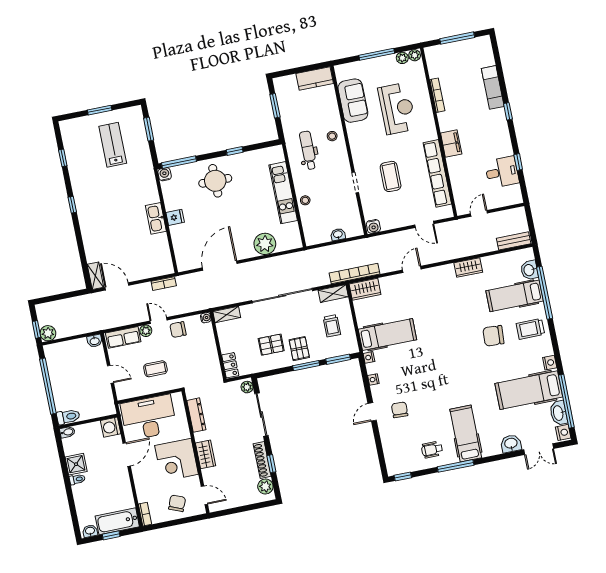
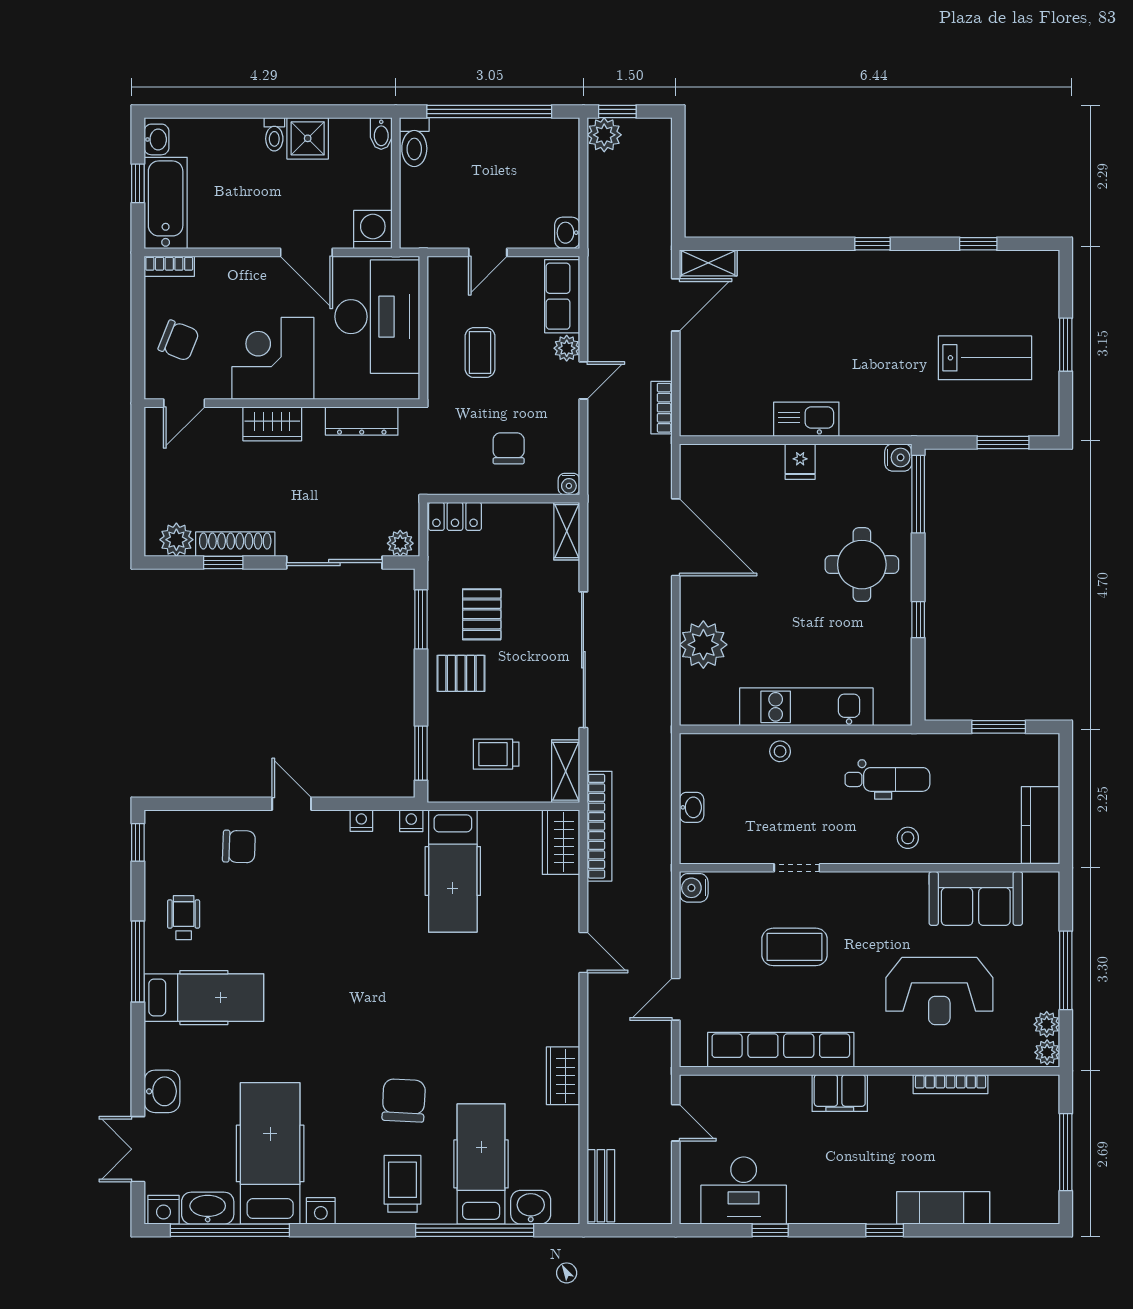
desk: (502, 172) -> (744, 1191), width x1.37
chair: (178, 330) -> (509, 448), moved
window: (306, 366) -> (421, 619), moved
chair: (400, 410) -> (239, 847), moved

